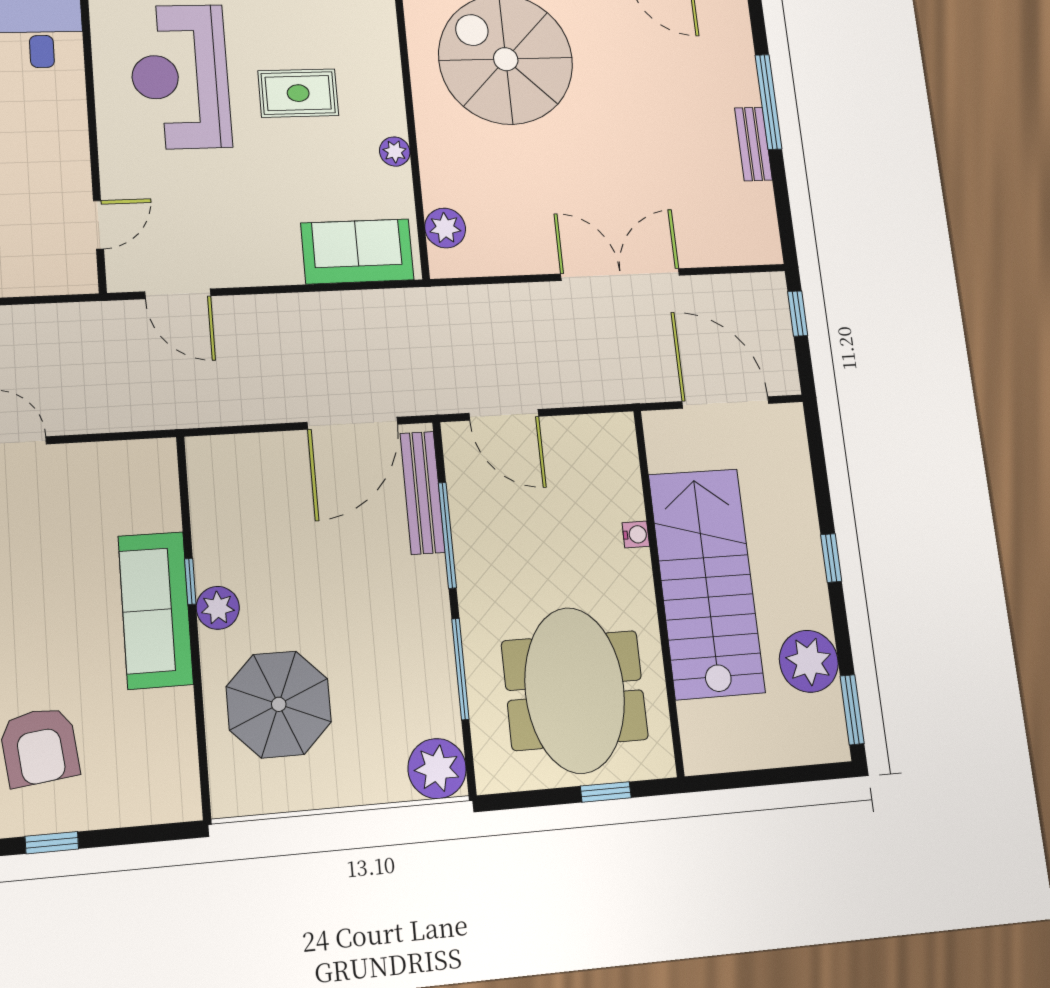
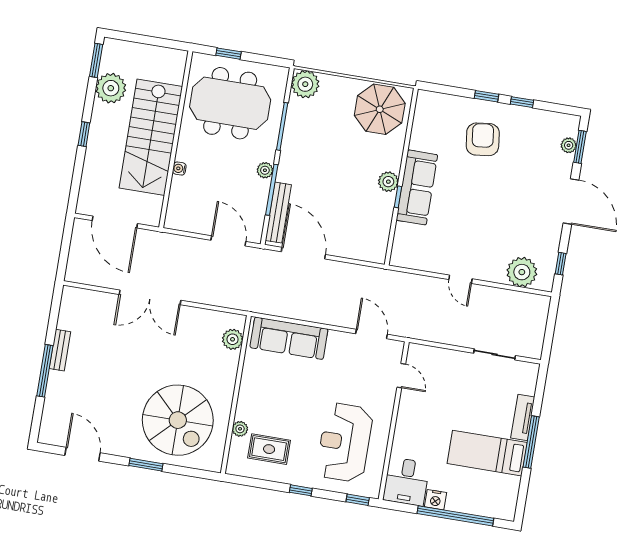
reception desk: (180, 77) -> (345, 442), turned 180
rug: (298, 93) -> (269, 449), moved
plant: (395, 152) -> (240, 429), moved
door: (99, 225) -> (401, 376), swing flipped
sofa: (357, 251) -> (289, 338), width x1.36
window: (798, 314) -> (63, 258), removed
door: (352, 423) -> (303, 253), hinge flipped
plant: (471, 571) -> (265, 170), added
meeting table: (575, 690) -> (230, 103), turned 90
parasol: (279, 704) -> (380, 109), moved

